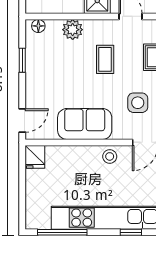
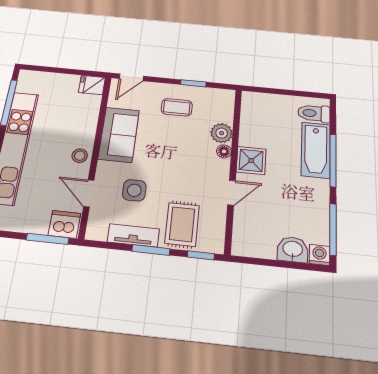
floor lamp: (38, 26) -> (224, 151), moved
coffee table: (105, 59) -> (177, 107), moved
door: (22, 121) -> (131, 77), hinge flipped

